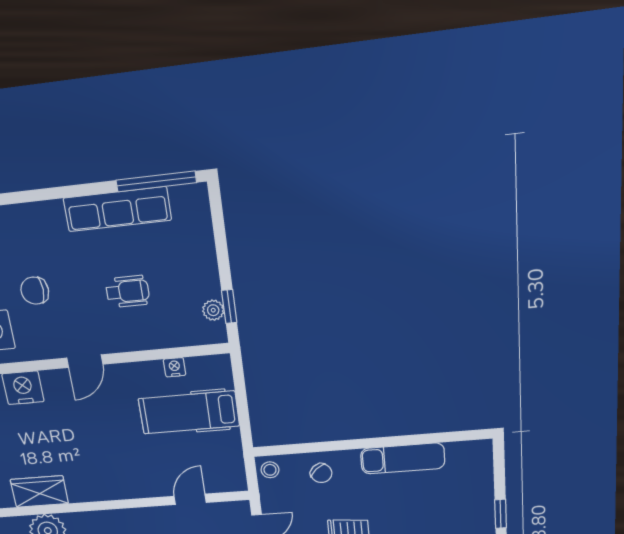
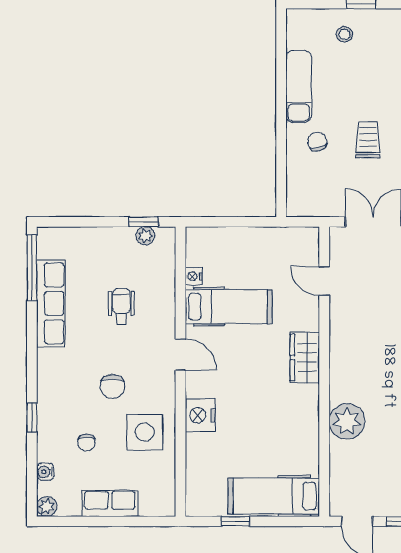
hospital bed: (189, 412) -> (229, 307), moved, turned -90
stool: (270, 470) -> (344, 34), moved
chair: (321, 473) -> (317, 142), moved, turned -61
wardrobe: (39, 491) -> (305, 358), moved

